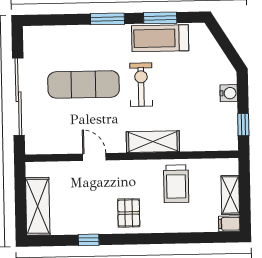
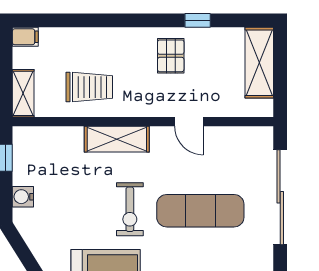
trolley: (176, 184) -> (89, 87), turned 90
shelving: (230, 195) -> (23, 93), moved
pallet: (129, 213) -> (171, 56), moved

